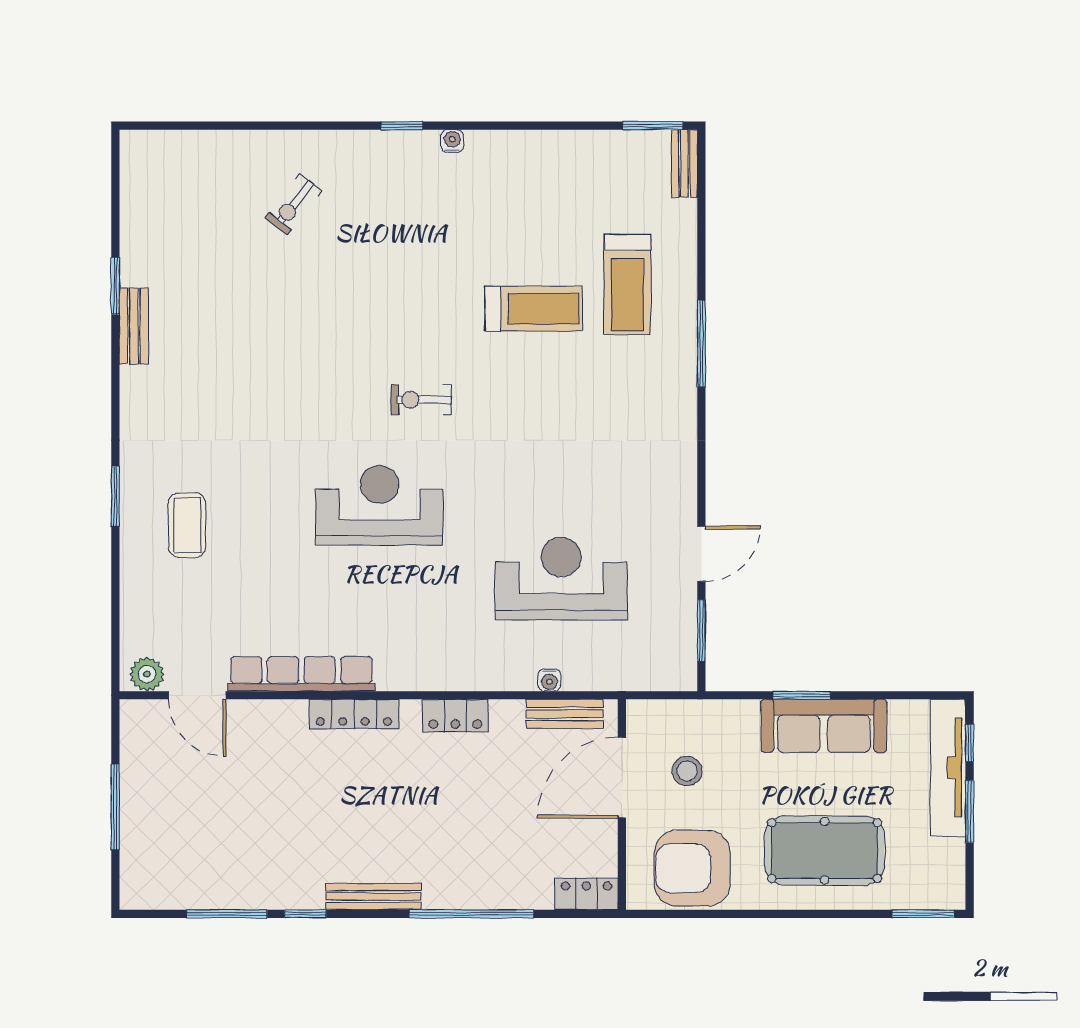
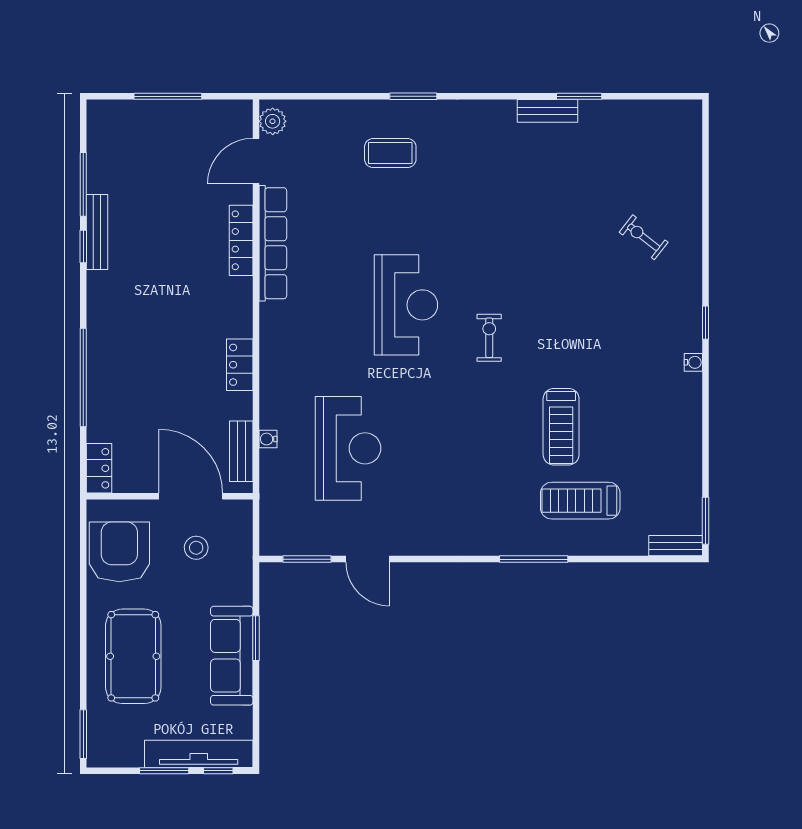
locker: (354, 714) -> (241, 240), moved
bench: (373, 897) -> (97, 232), moved

